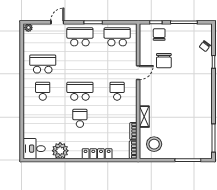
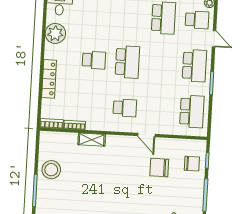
school desk: (43, 91) -> (197, 20), moved
stool: (154, 144) -> (51, 170), moved

